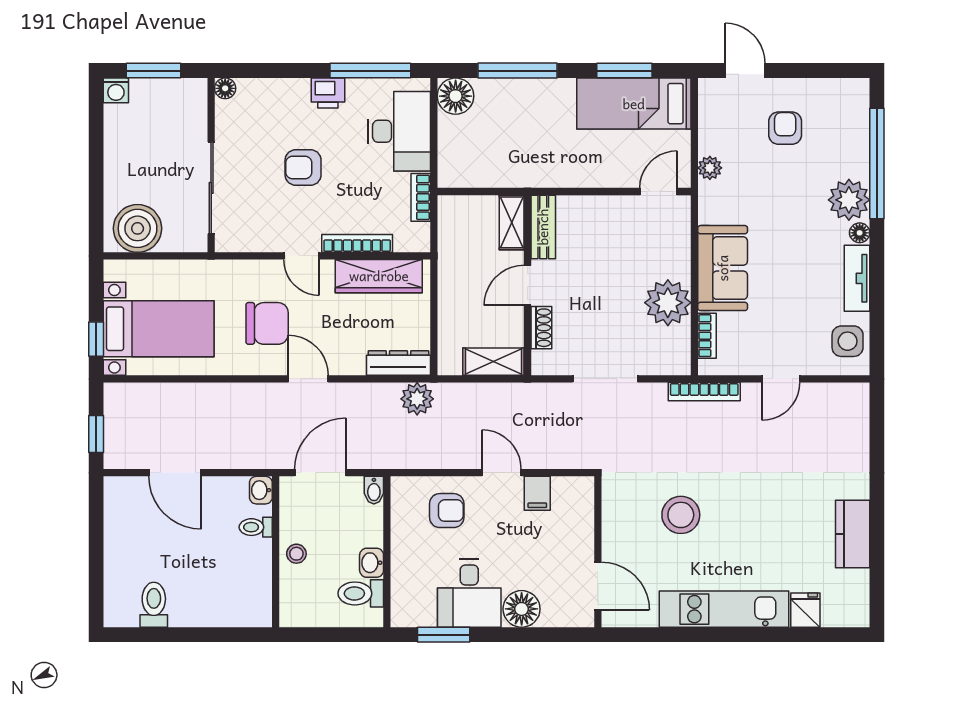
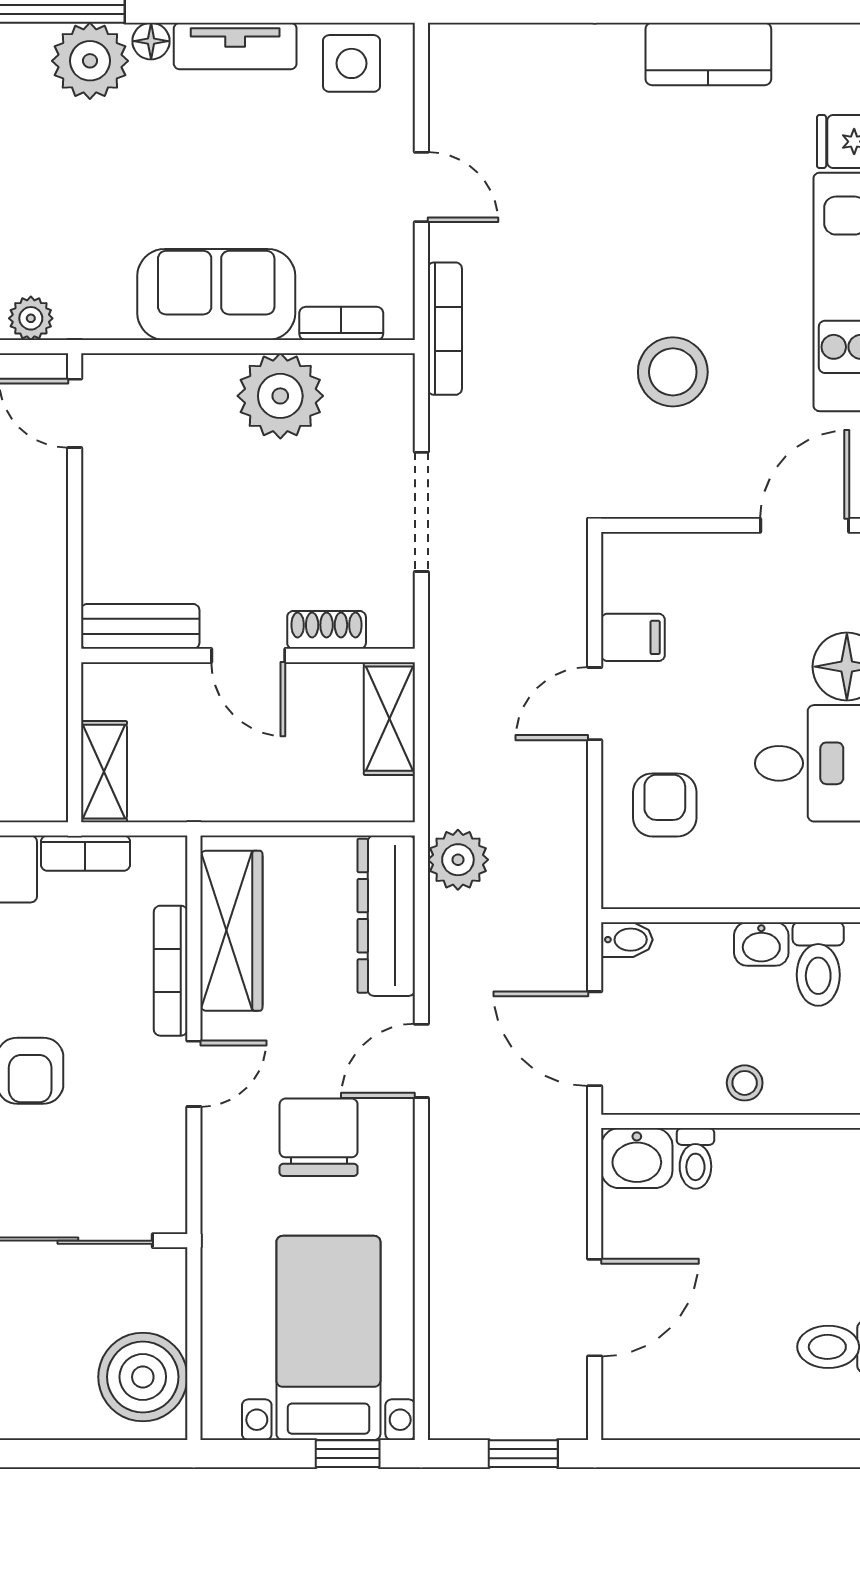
shelving: (512, 222) -> (104, 772), moved, turned 90
dresser: (398, 363) -> (386, 916), width x1.37, depth x1.24
washbasin: (261, 490) -> (637, 1158), width x1.38, depth x1.45

